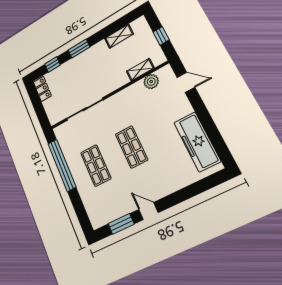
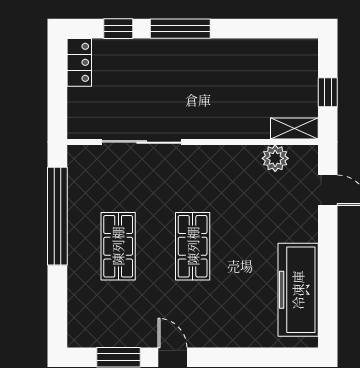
shelving: (119, 36) -> (260, 50), removed
window: (79, 48) -> (180, 29), width x1.44
shelving: (140, 70) -> (294, 128), moved

